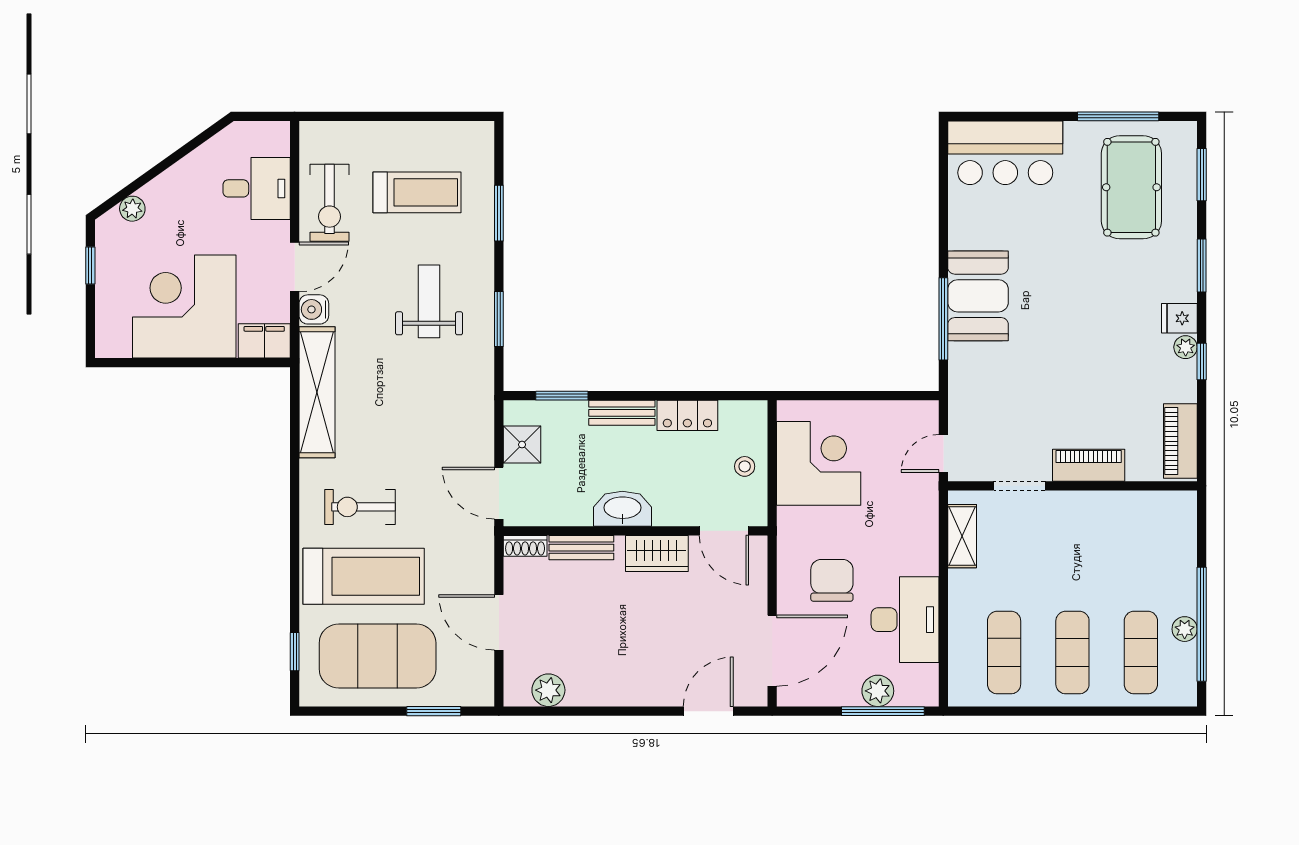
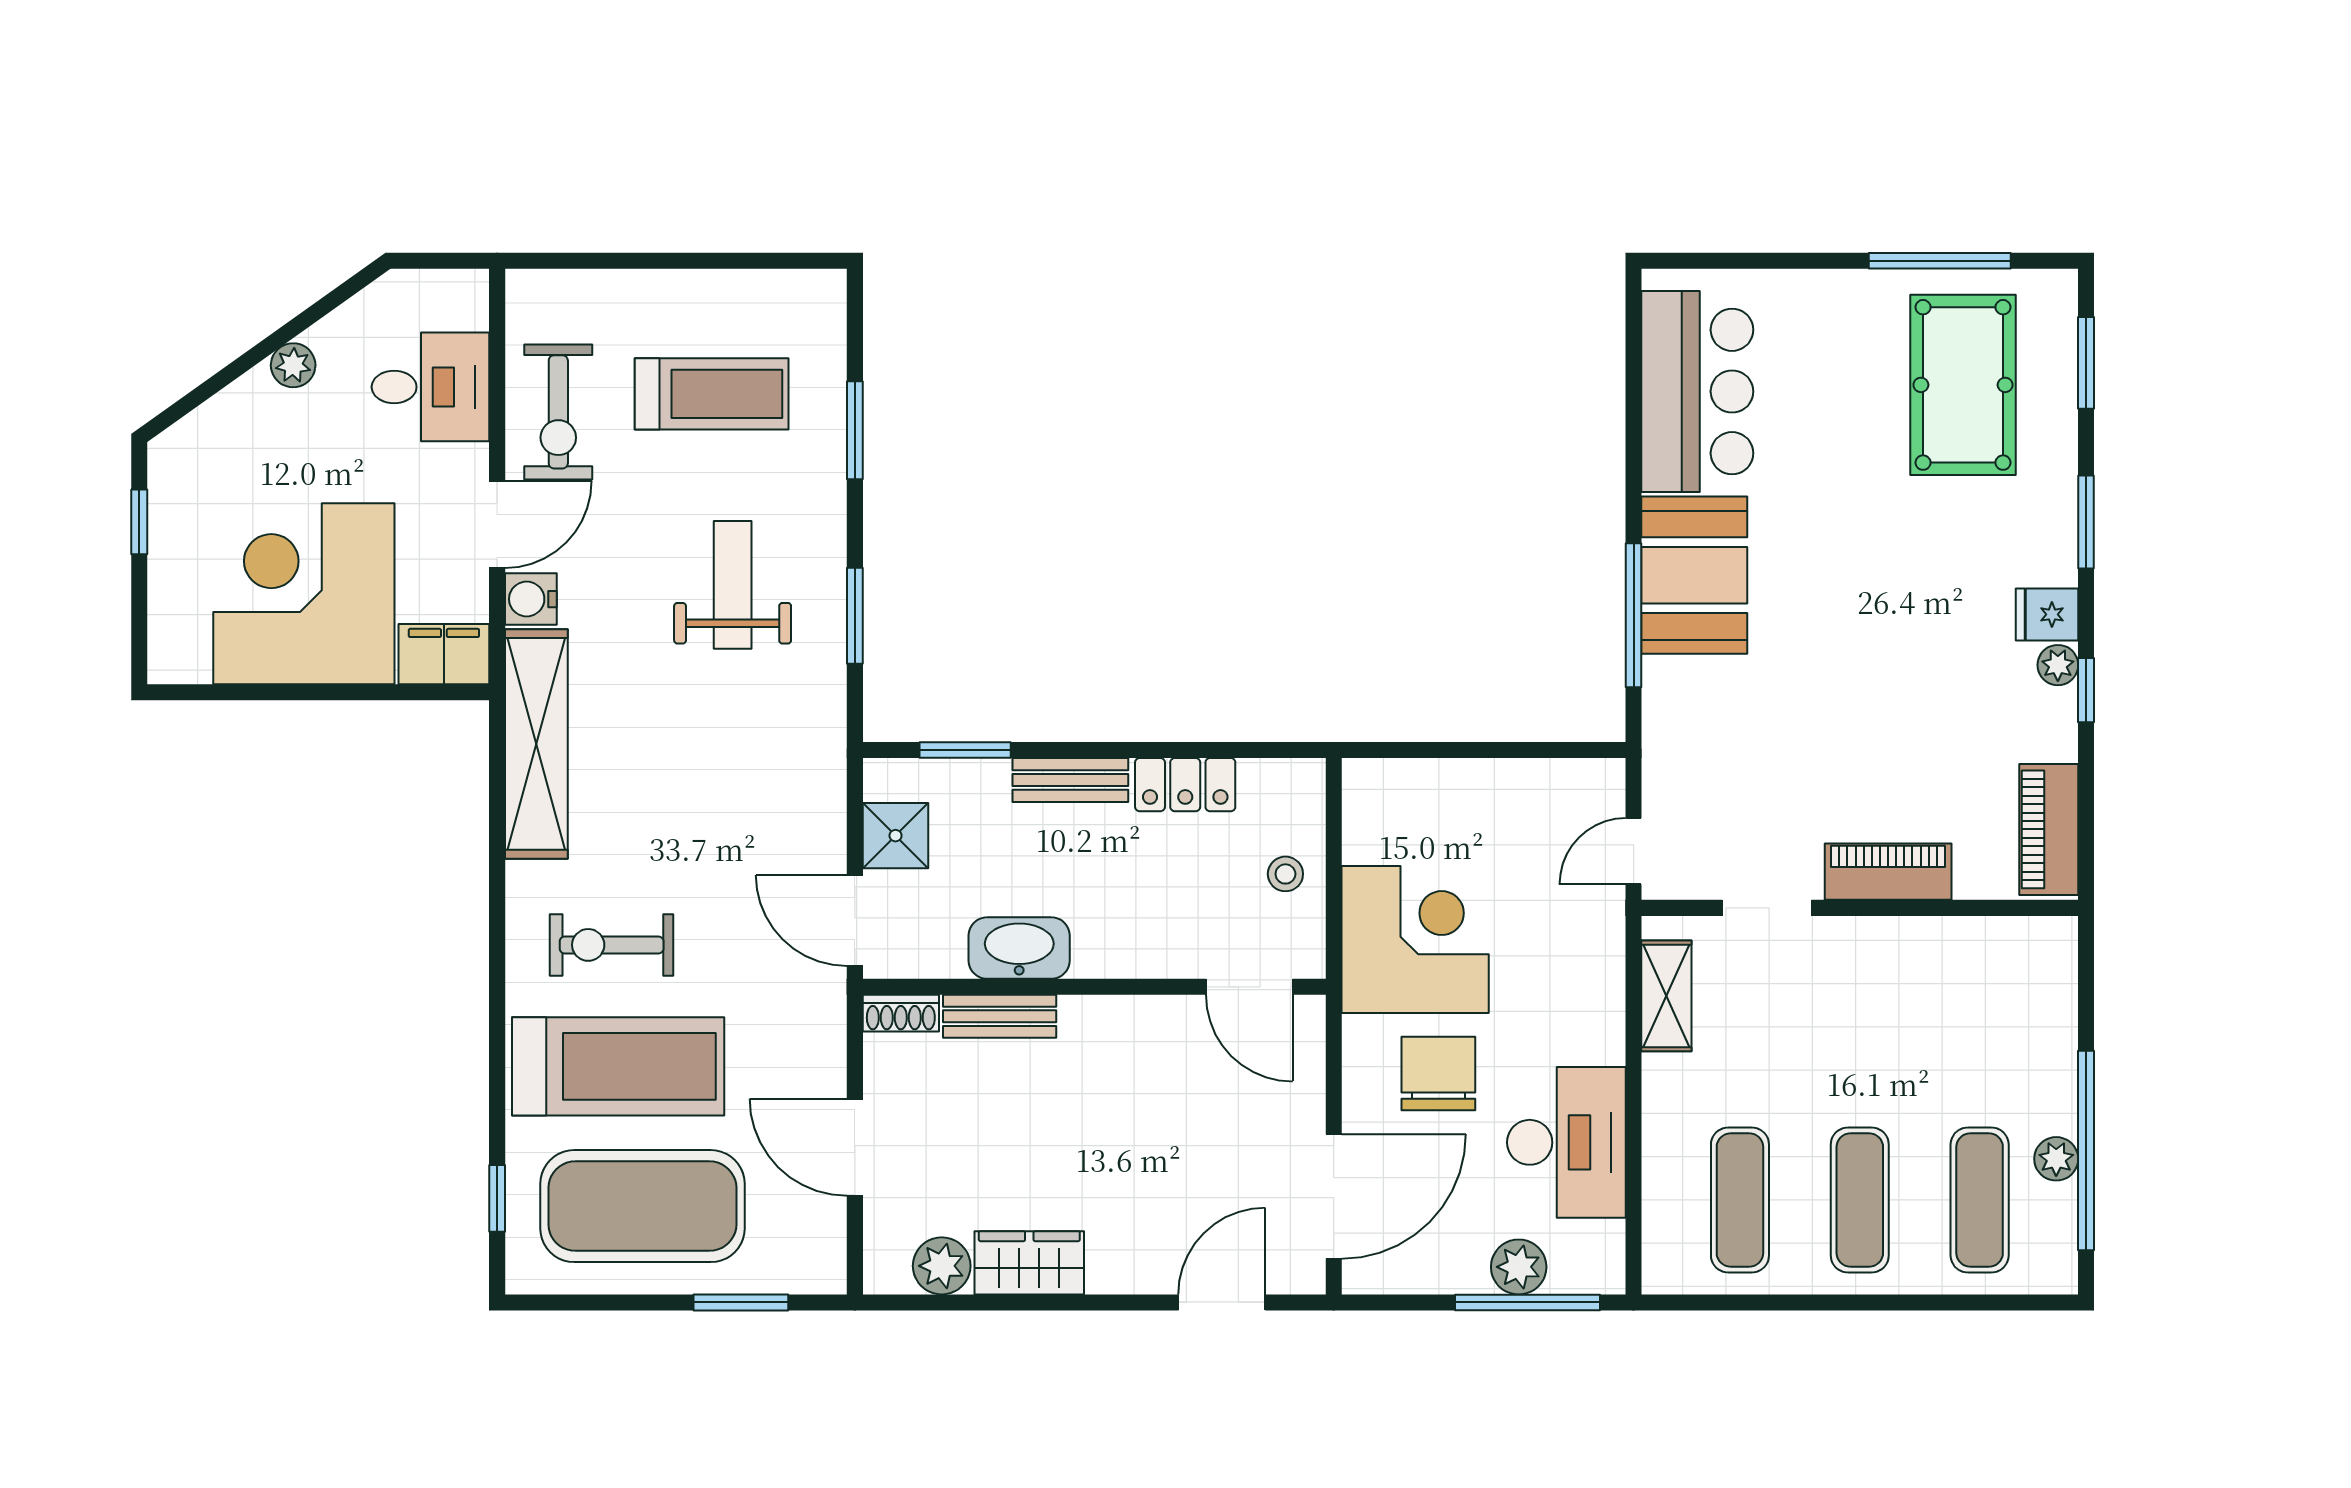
bar counter: (1005, 153) -> (1697, 391), moved, turned -90
plant: (132, 209) -> (293, 365), moved
corner desk: (819, 463) -> (1415, 940), moved
washbasin: (622, 509) -> (1019, 948), moved
wardrobe: (657, 553) -> (1029, 1263), moved, turned 180

